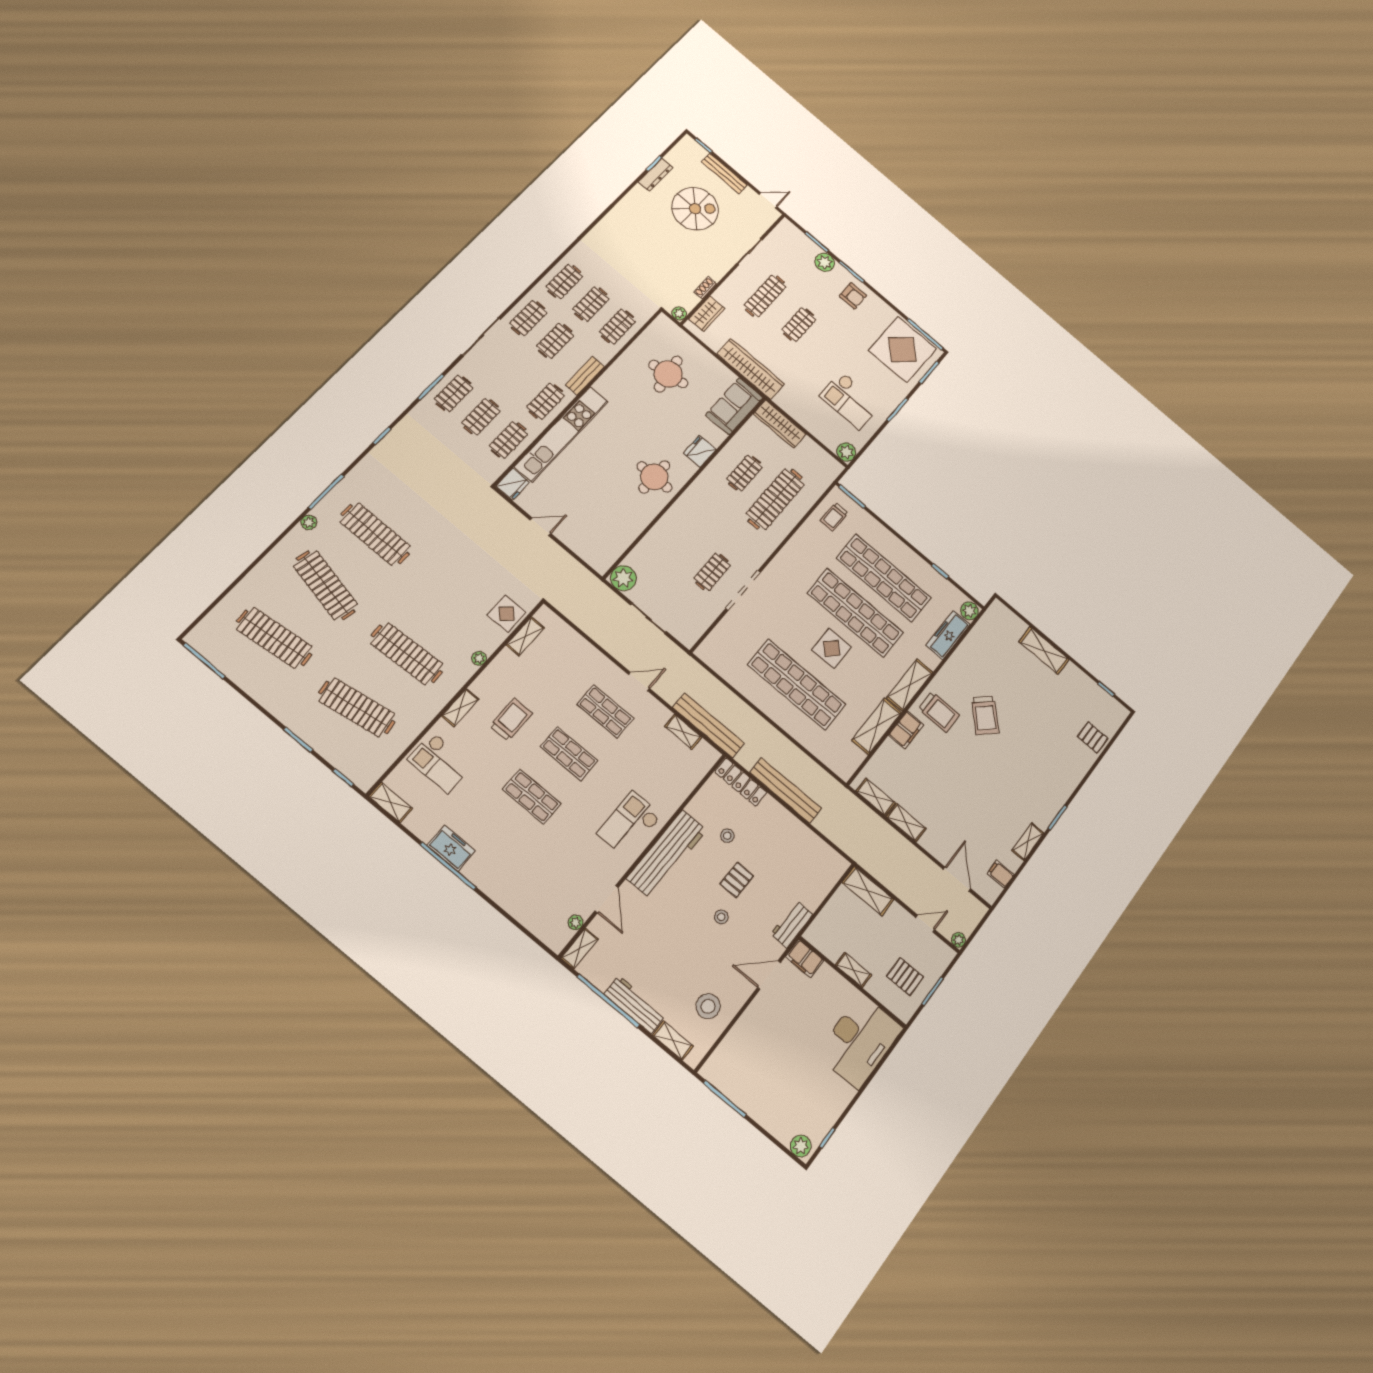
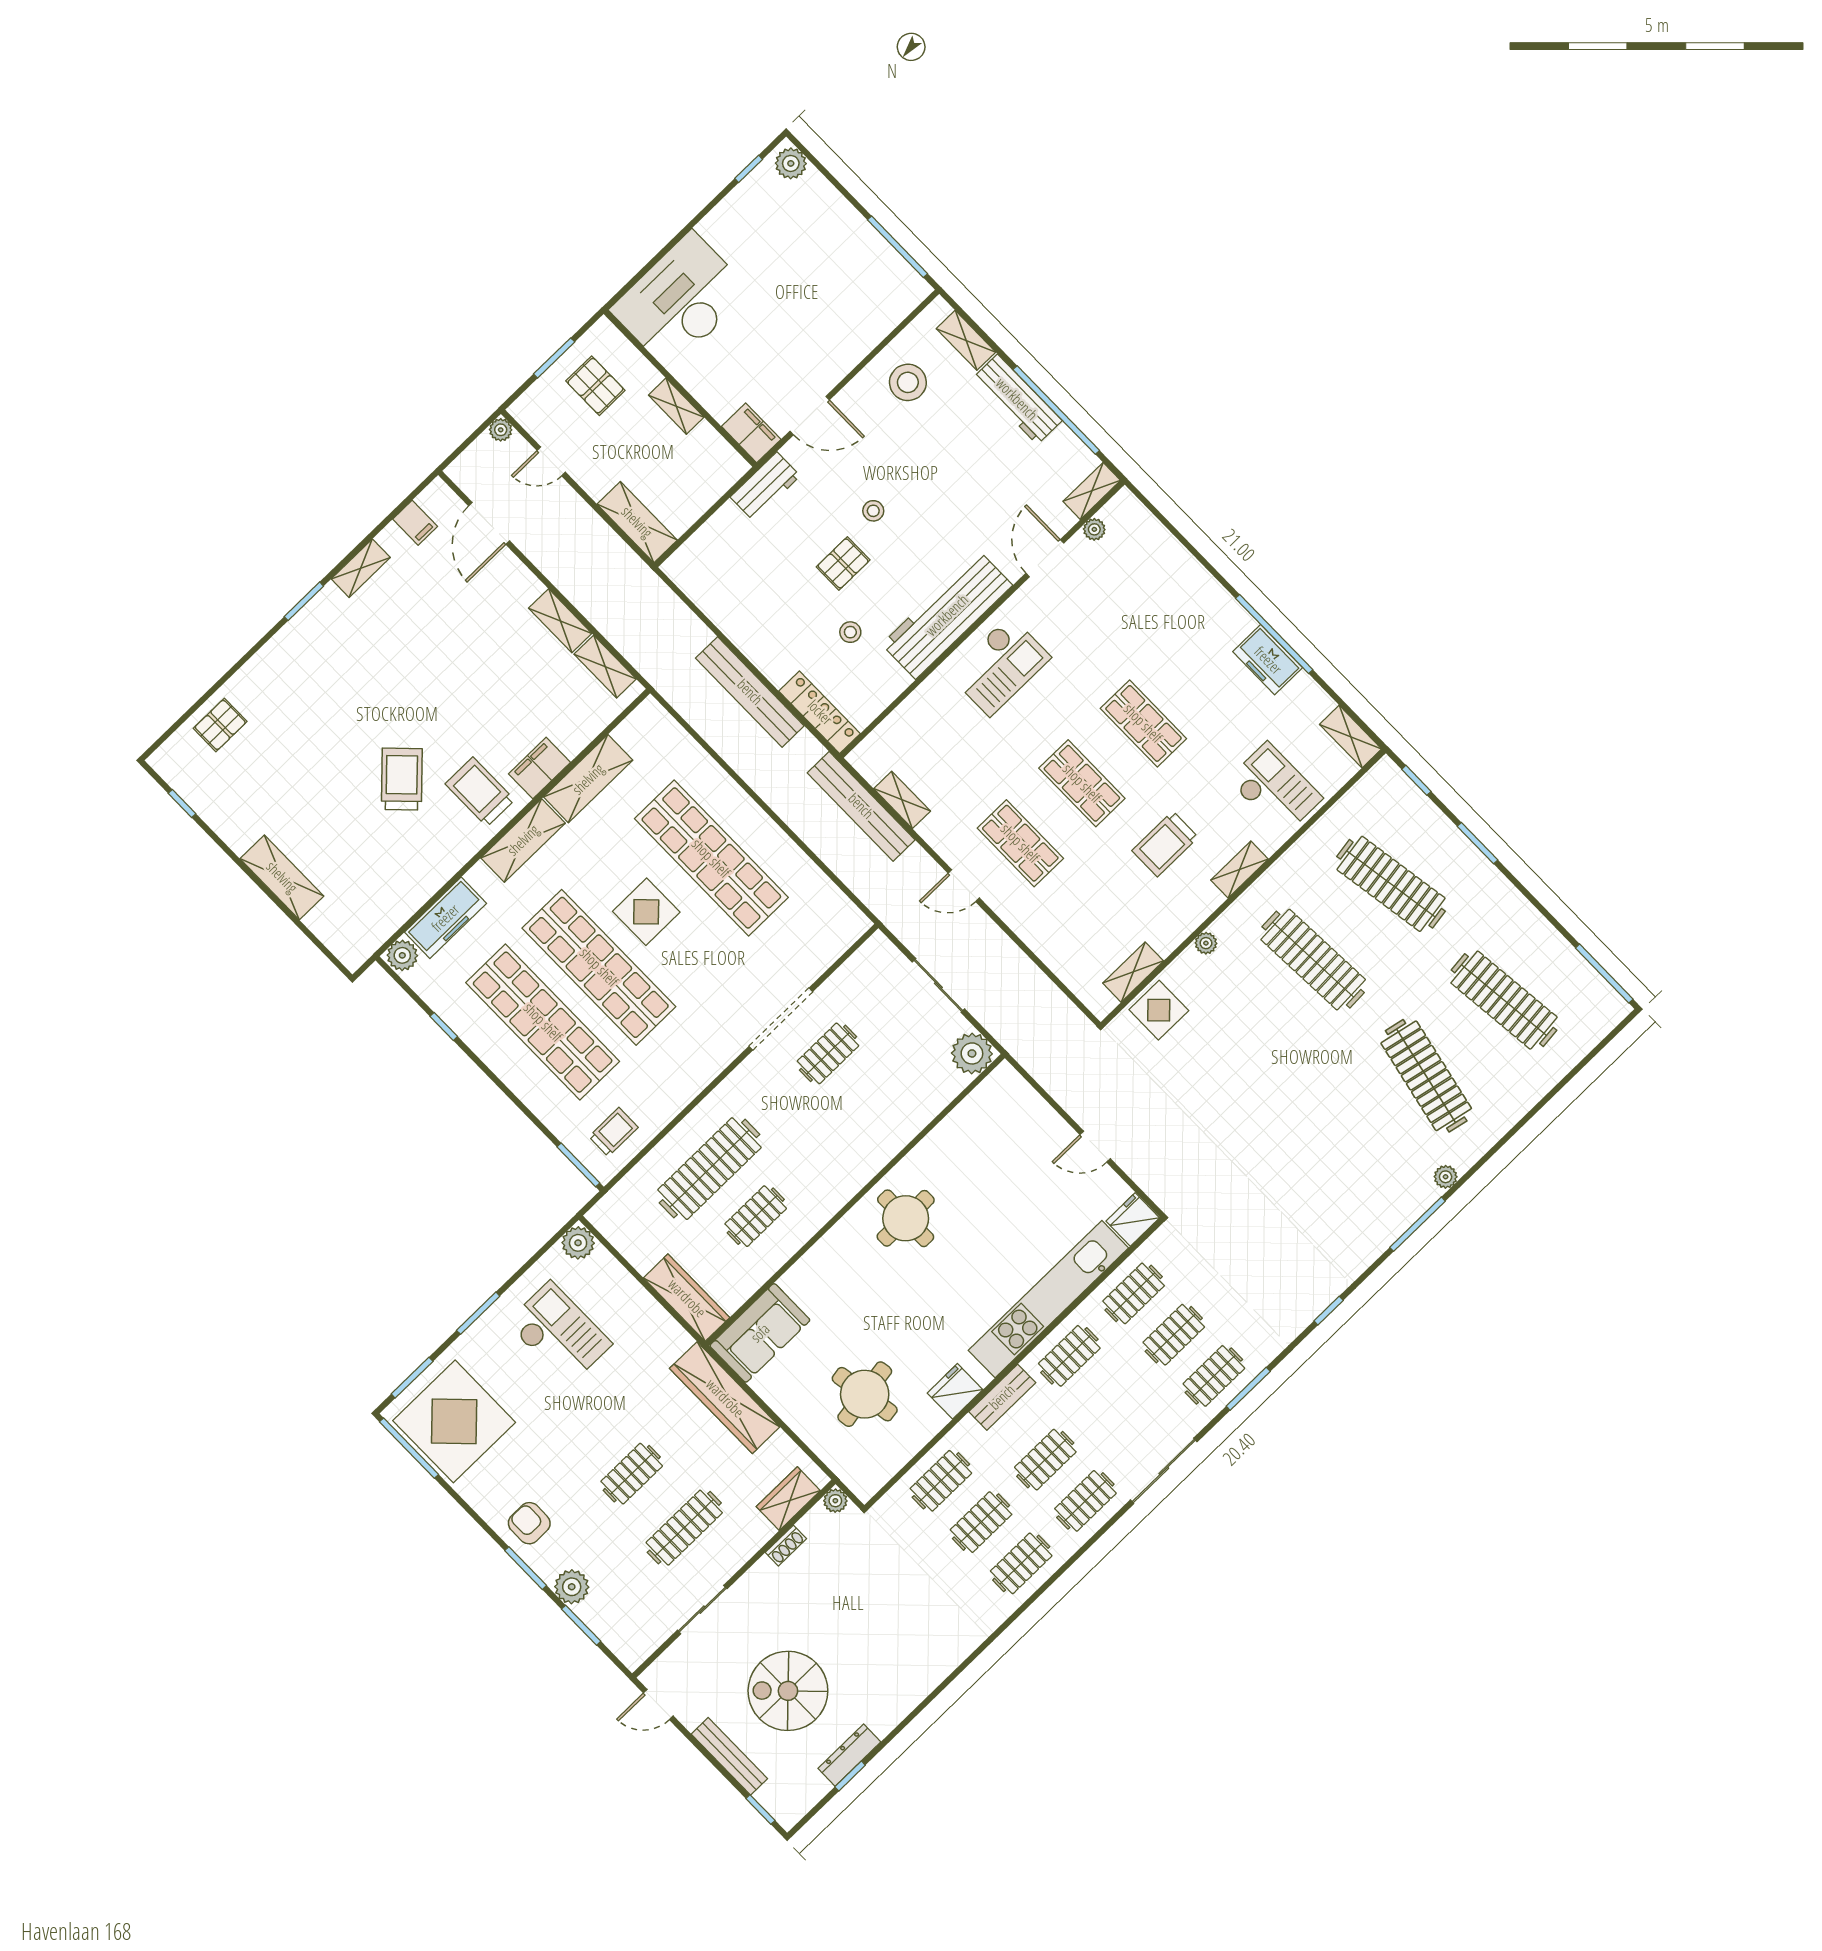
fridge: (700, 451) -> (955, 1391), moved, turned 180
clothes rail: (375, 534) -> (1348, 1151), removed
pallet: (1093, 737) -> (220, 725), turned 90

